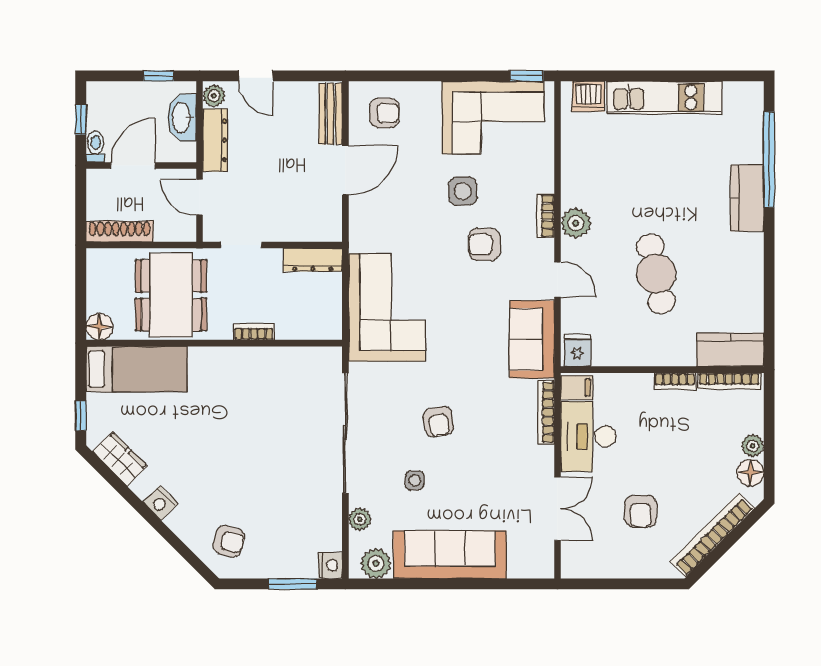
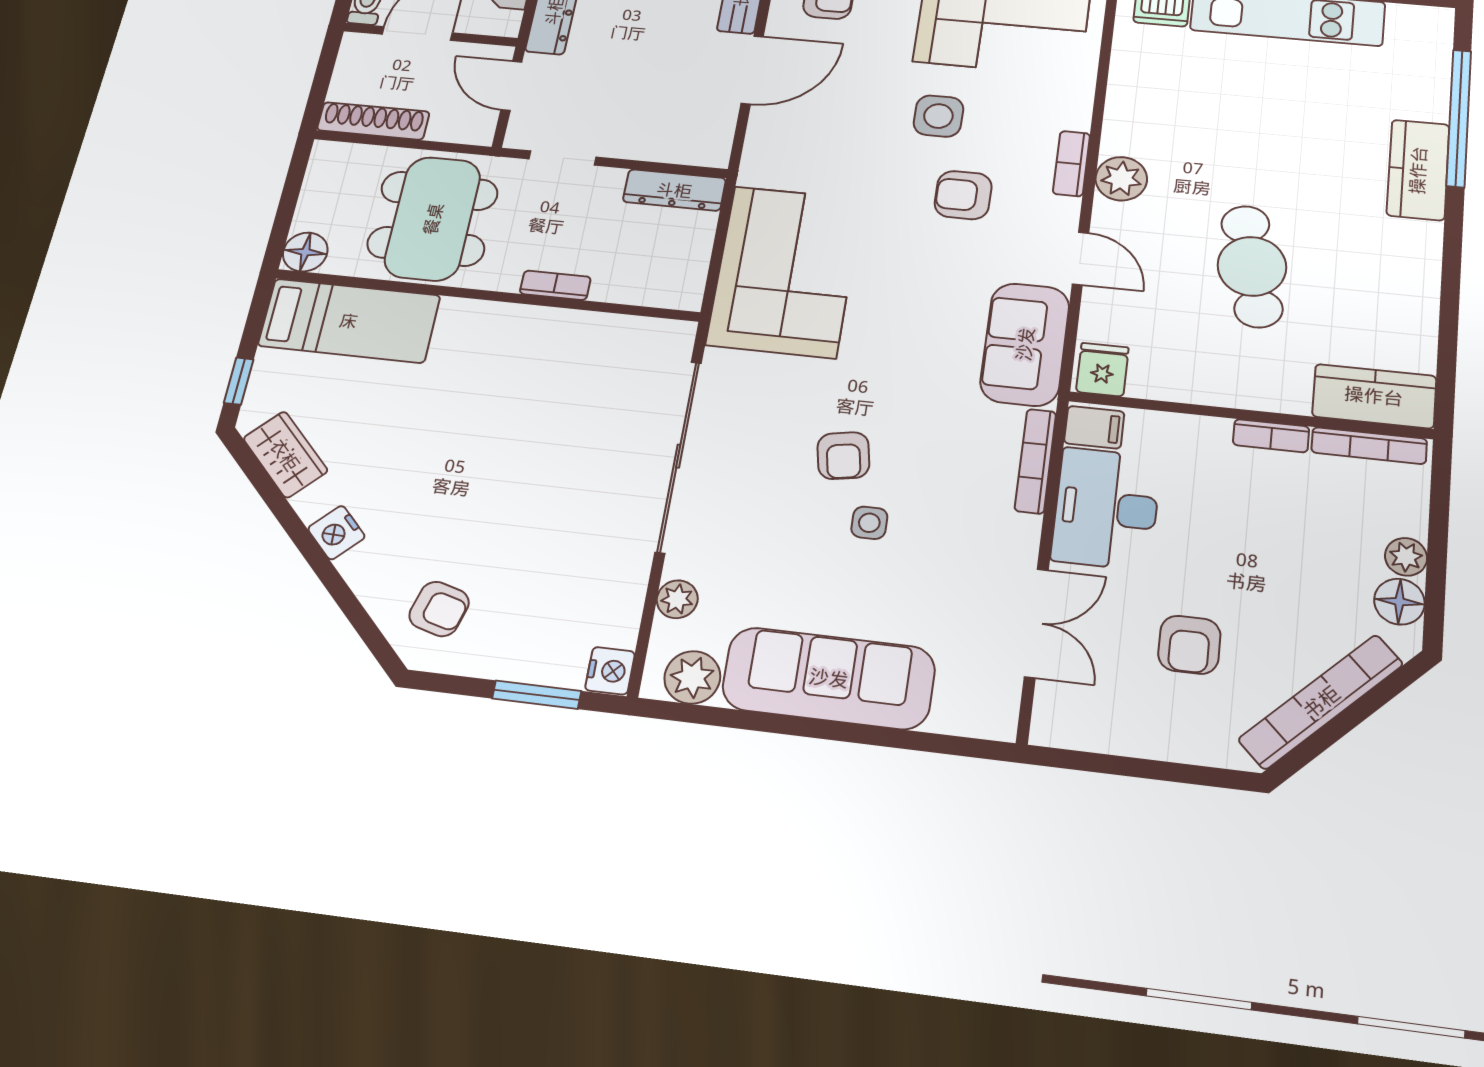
side table: (415, 480) -> (869, 523), moved

